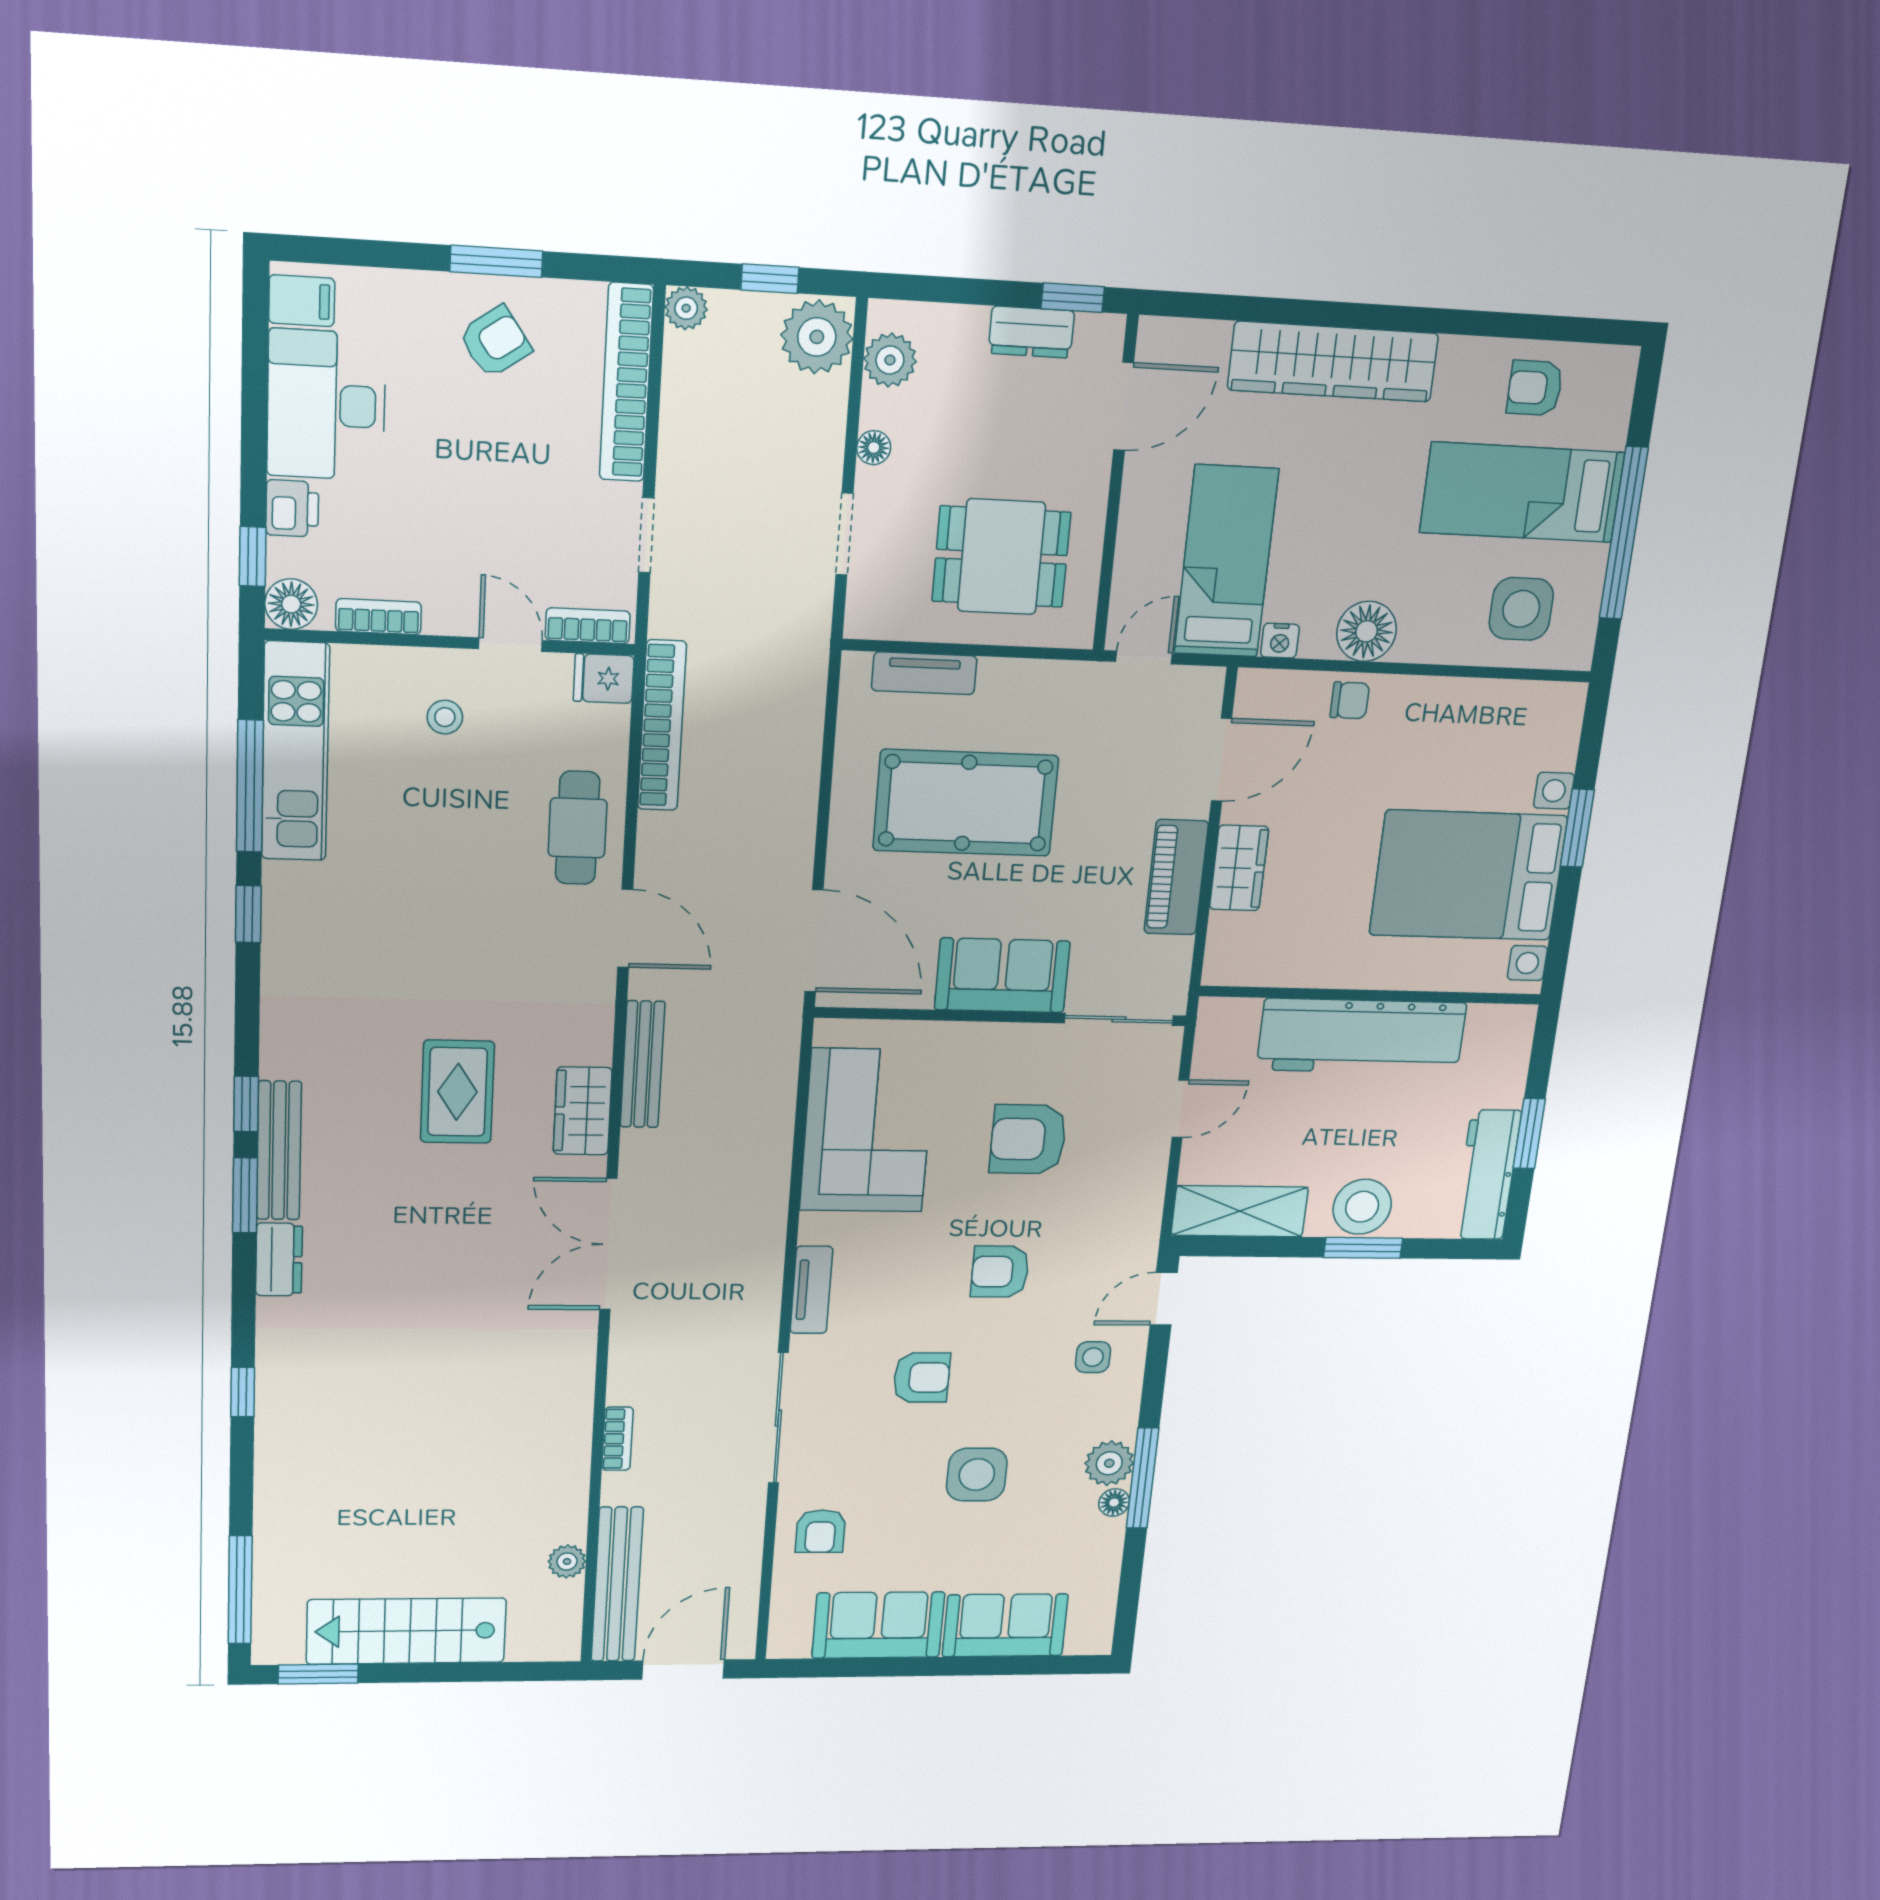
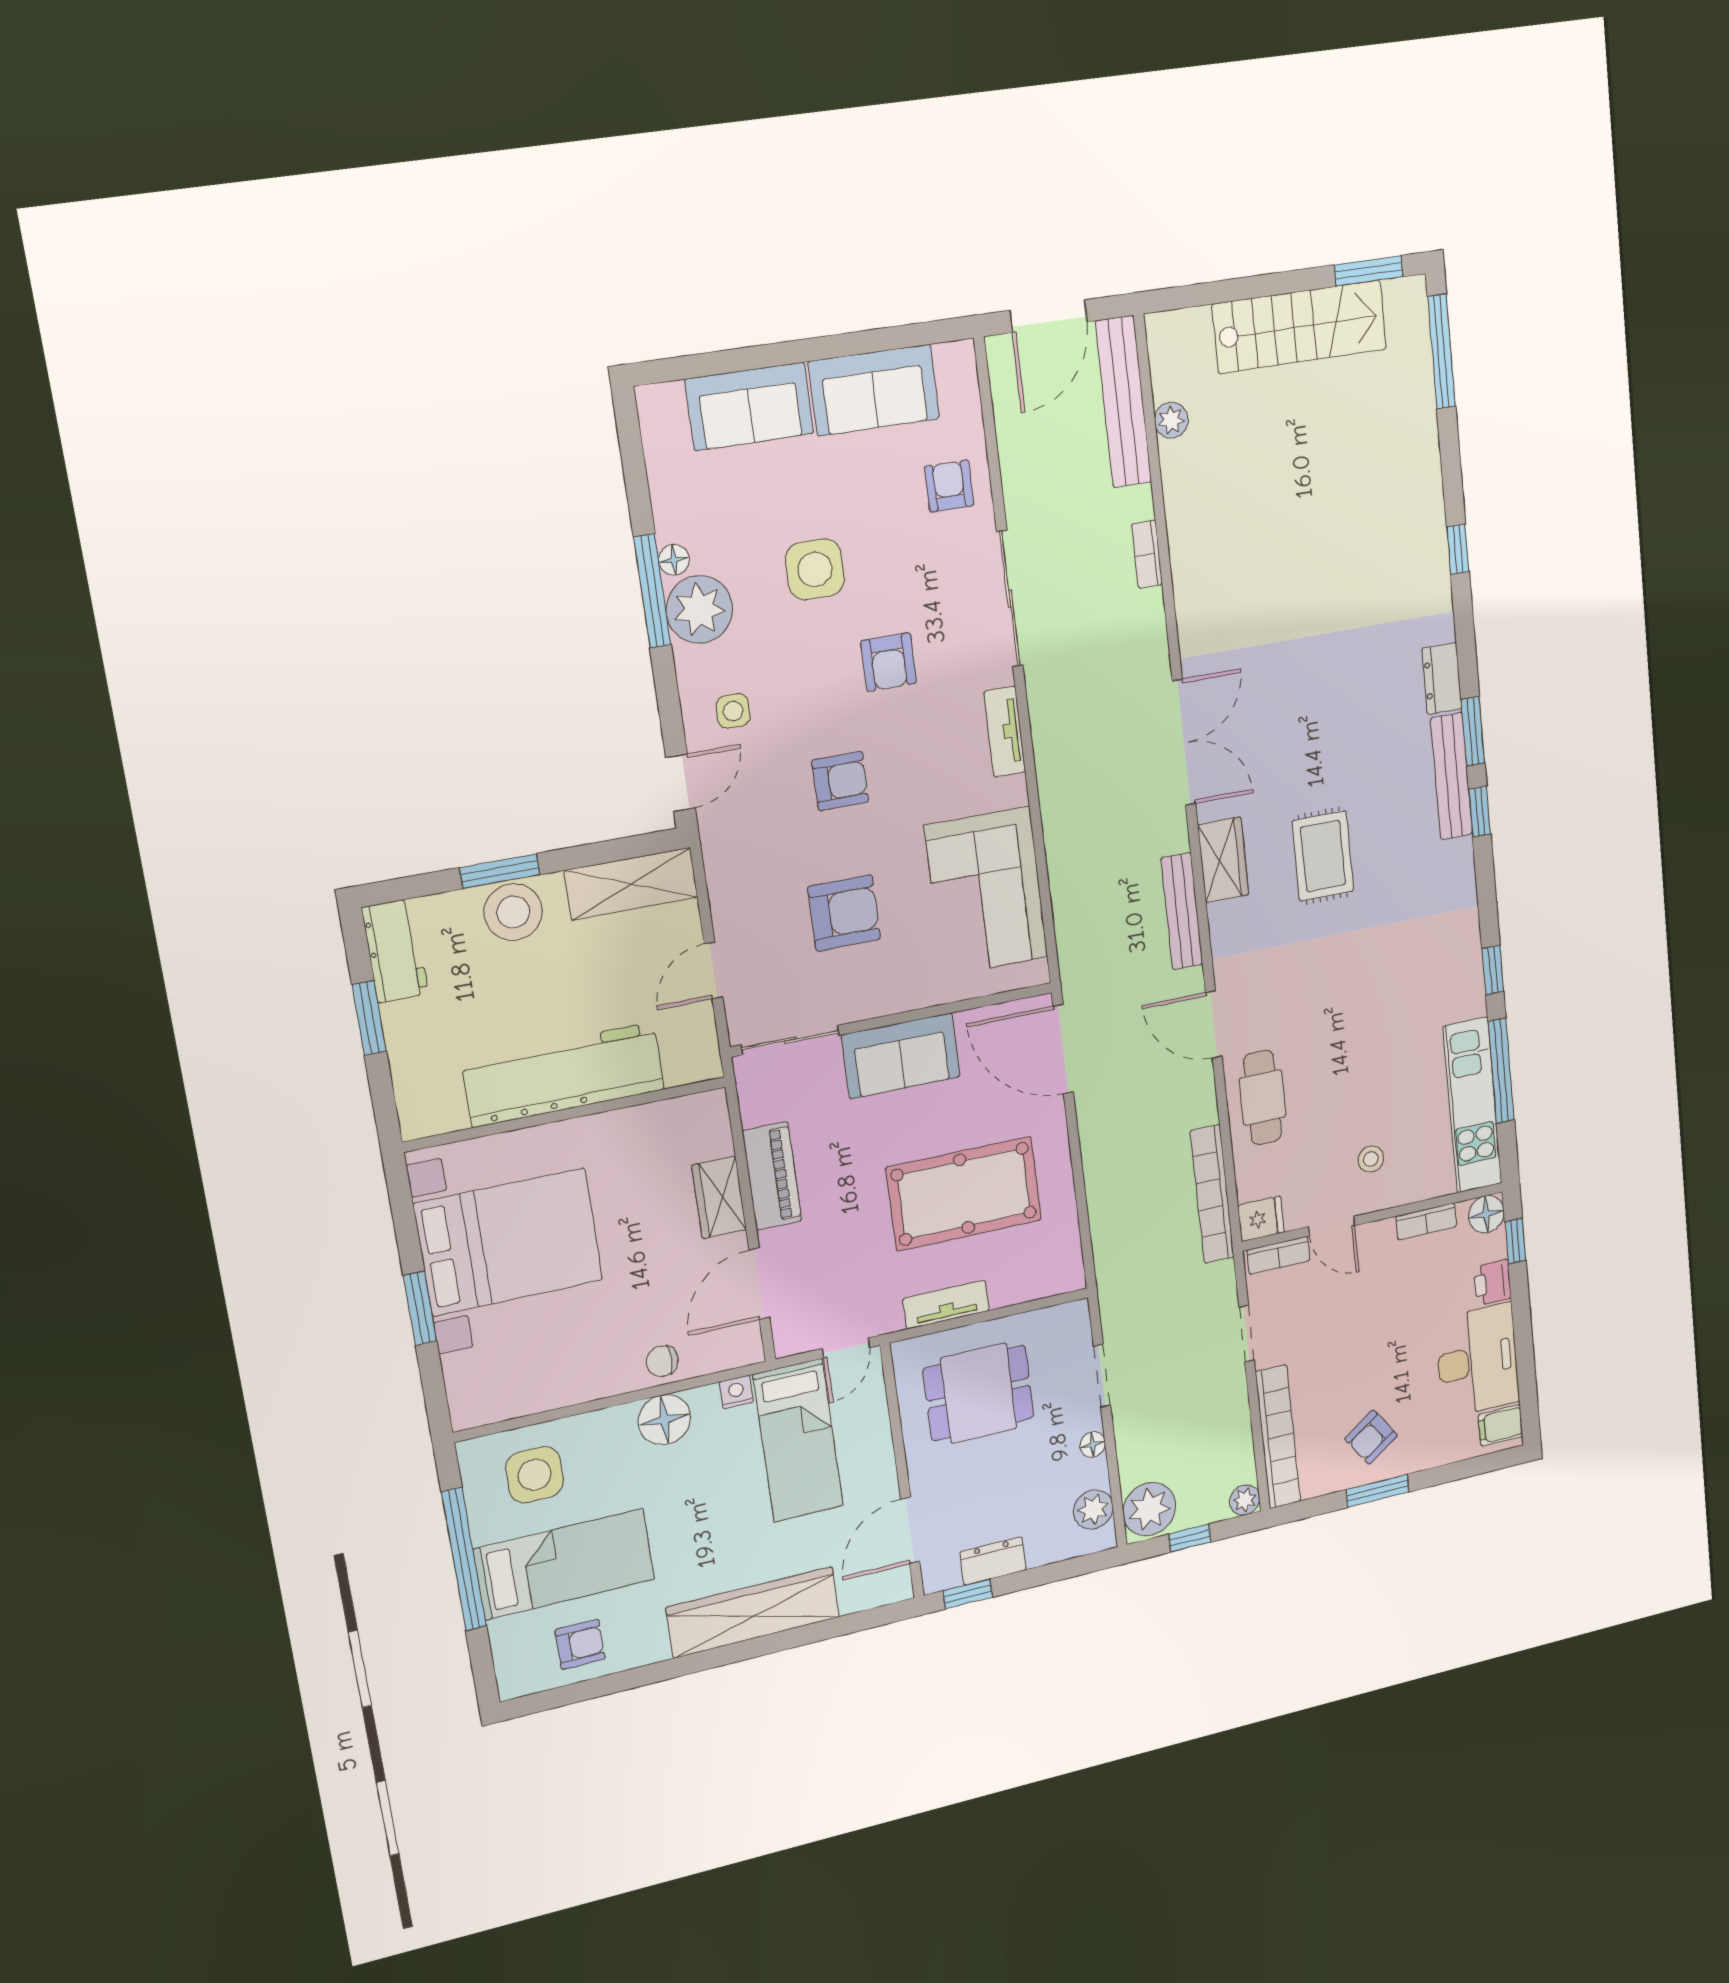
tv unit: (924, 673) -> (946, 1305), moved
workbench: (1487, 1175) -> (395, 951), width x0.73
armchair: (922, 1377) -> (889, 662), turned -90
plant: (1109, 1463) -> (699, 609), width x1.36, depth x1.36

